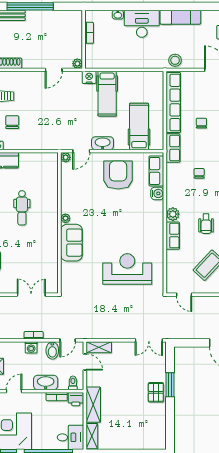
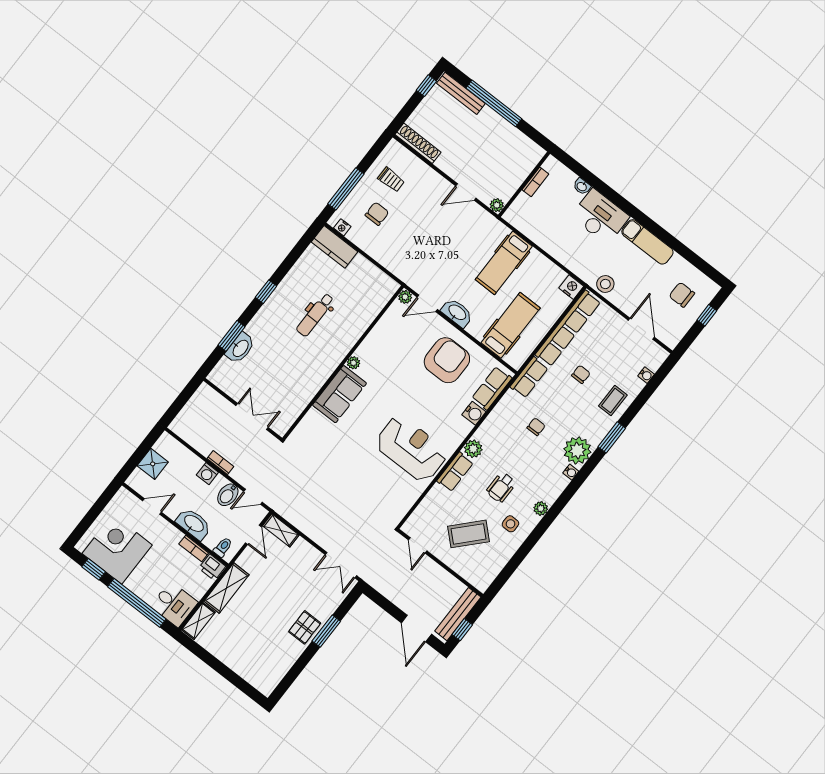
nightstand: (89, 77) -> (571, 287), moved
reception desk: (127, 269) -> (411, 449), moved

